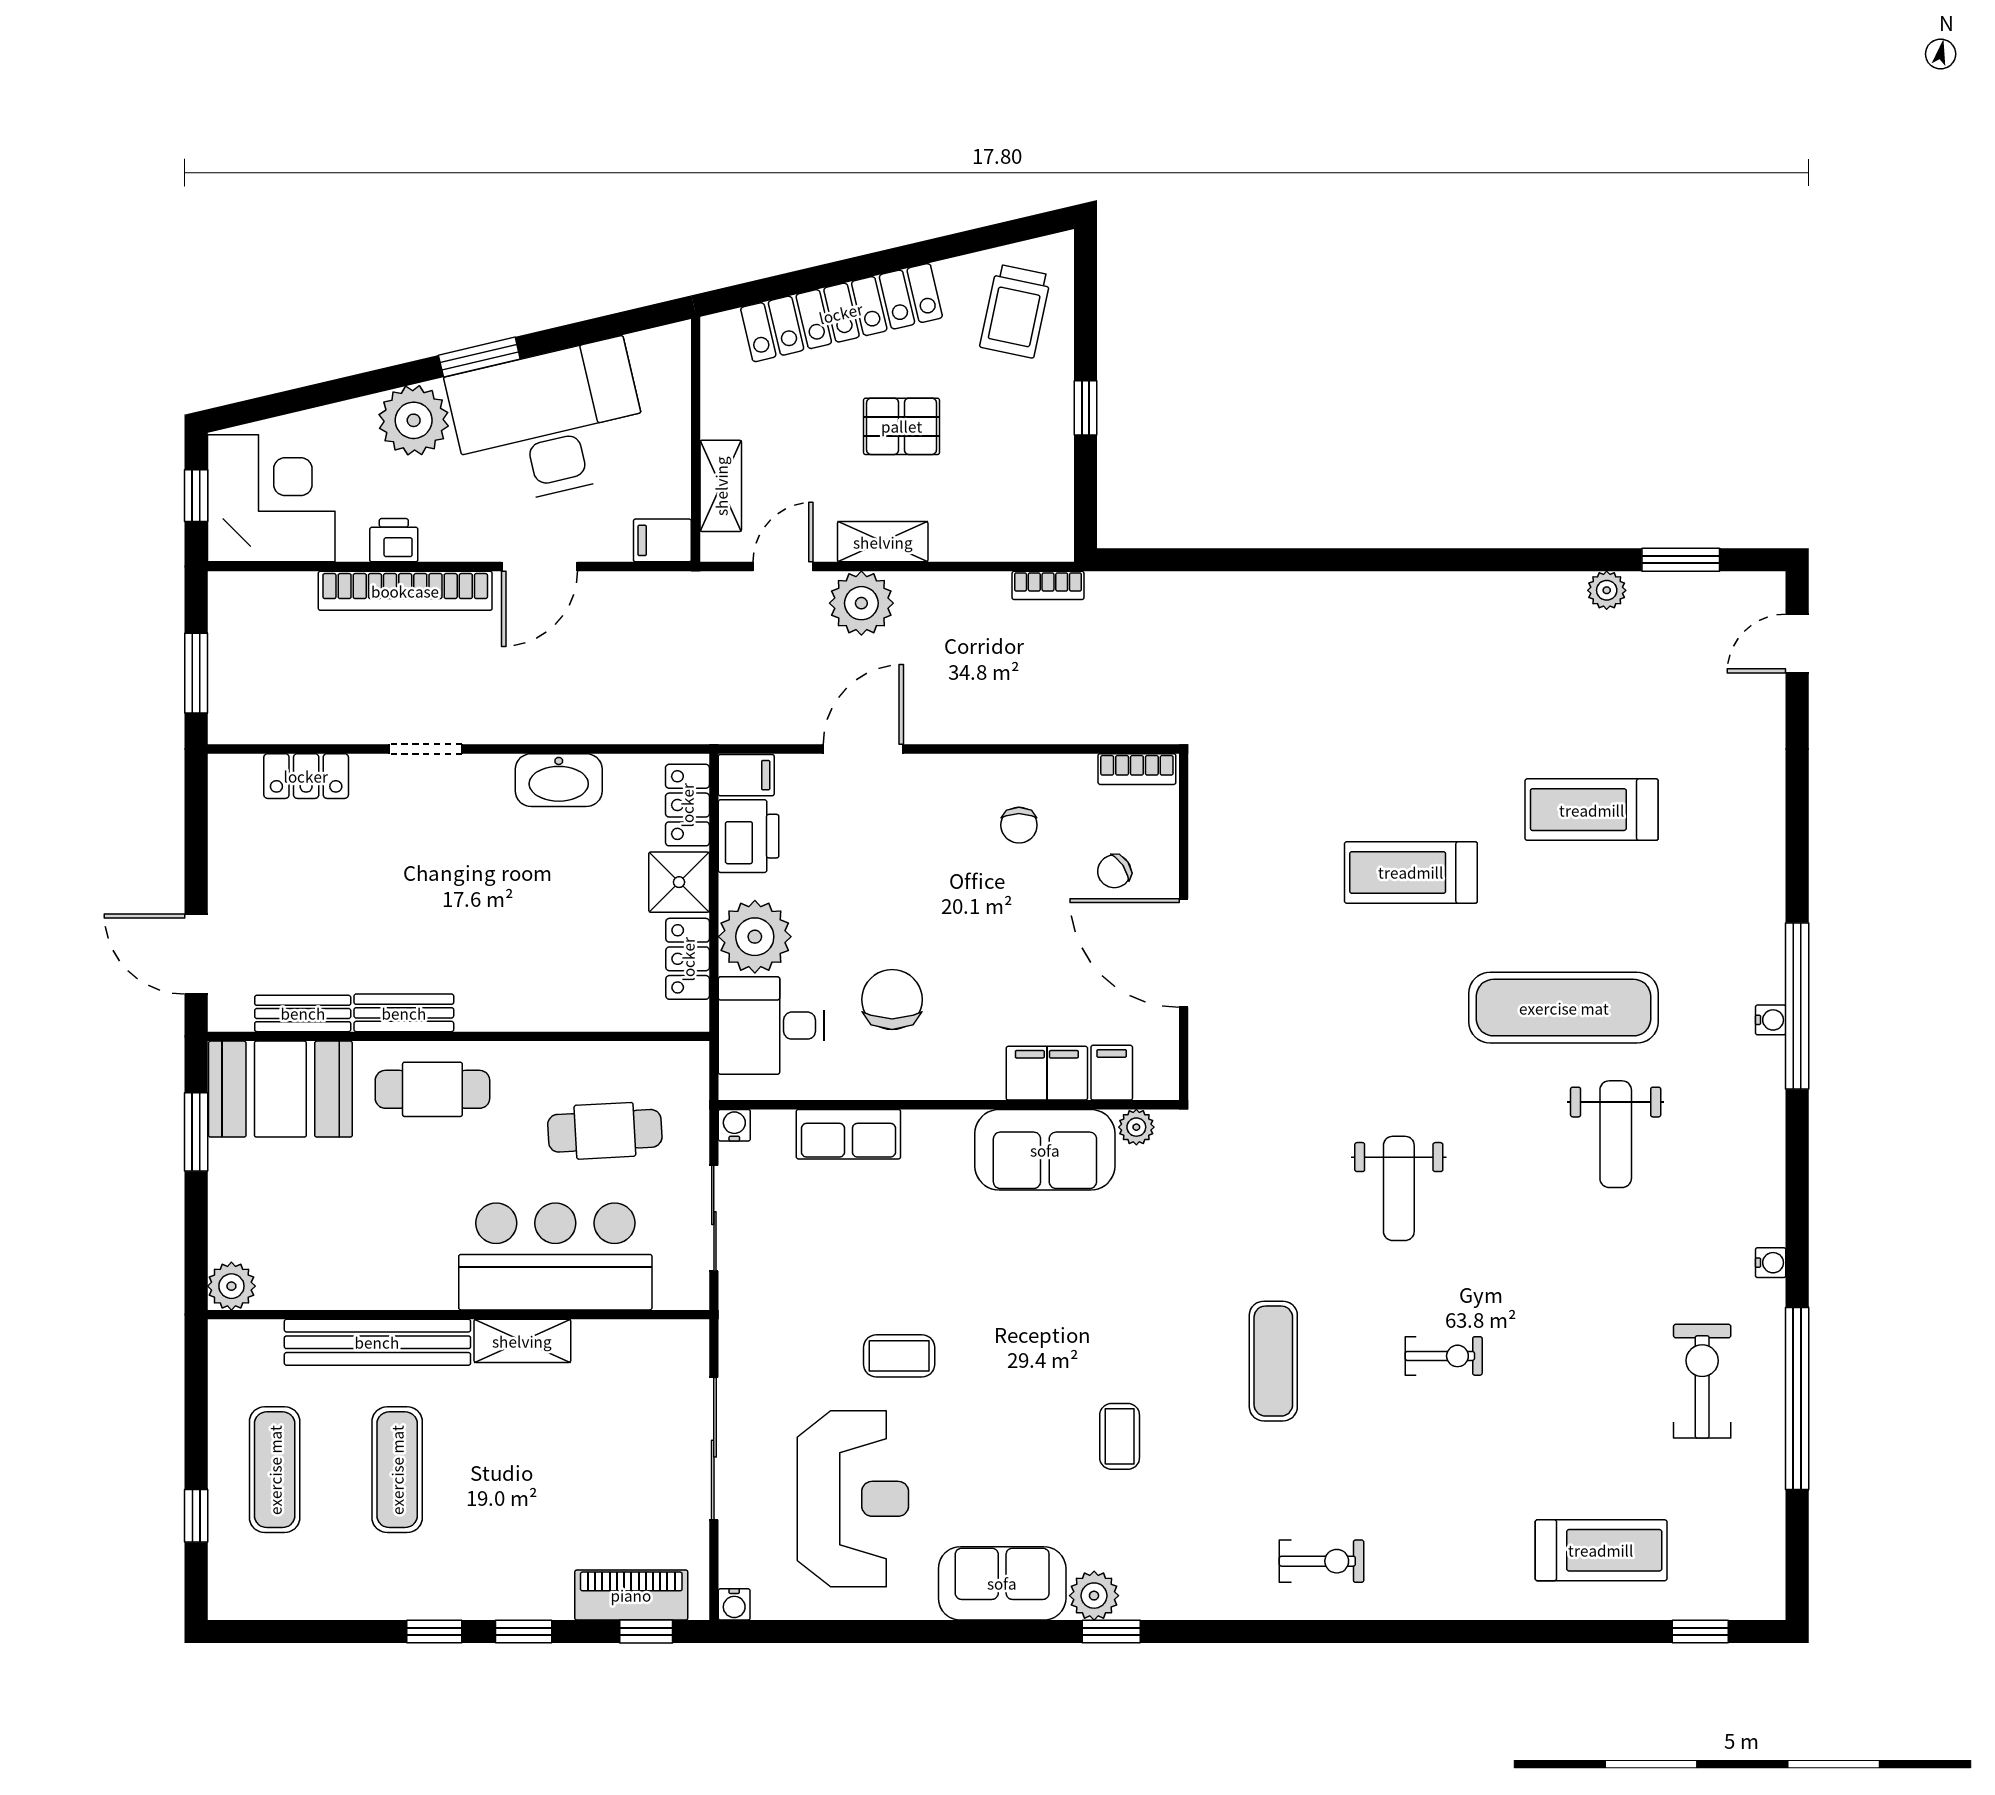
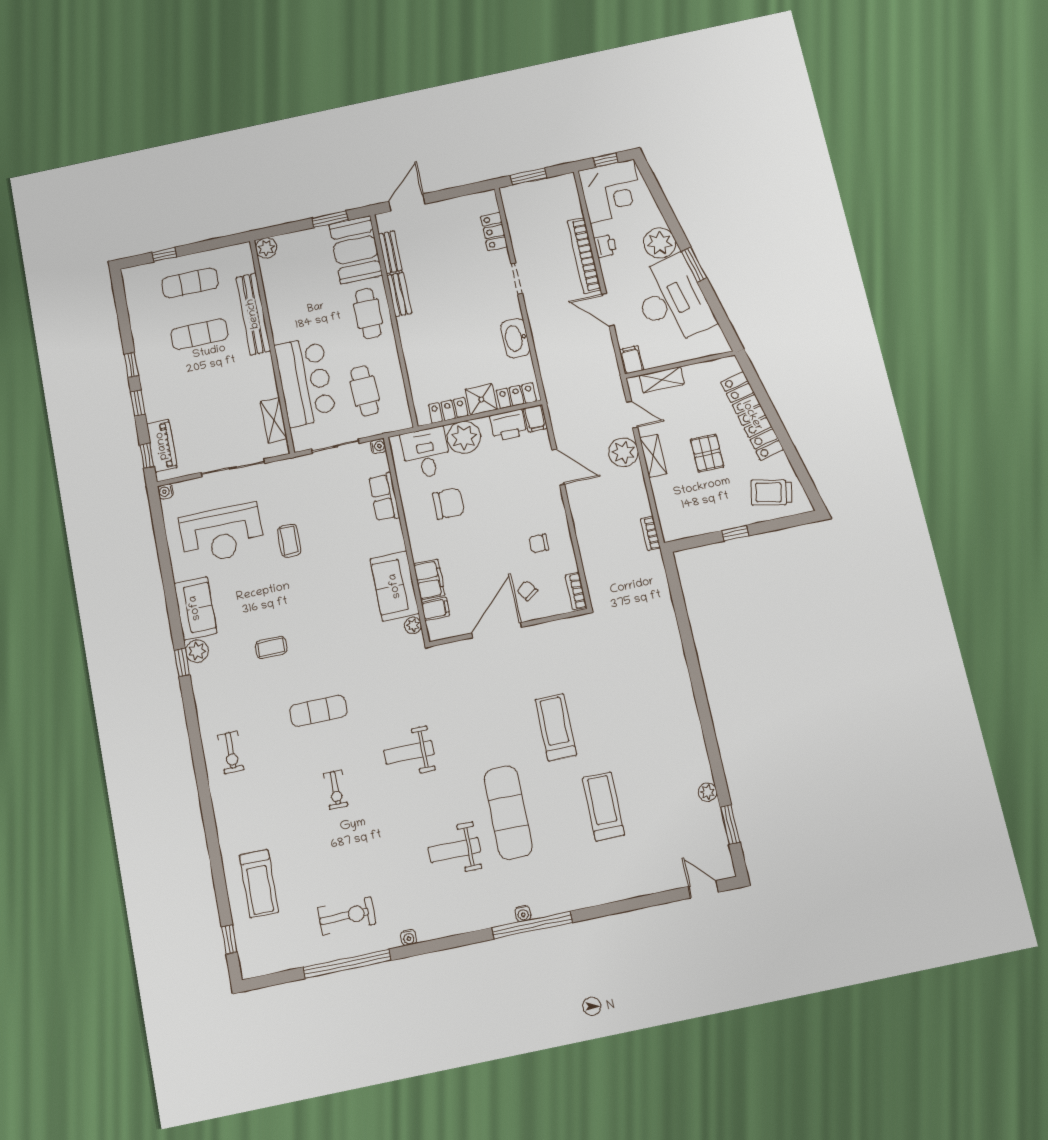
shelving: (522, 1341) -> (274, 420), moved

